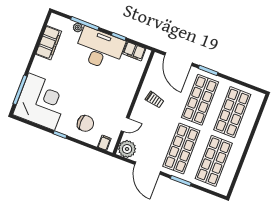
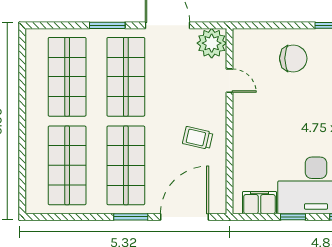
door: (178, 59) -> (184, 217), hinge flipped
chair: (85, 123) -> (293, 58), turned 180
door: (125, 125) -> (229, 81), swing flipped
filing cabinet: (104, 143) -> (252, 39), removed

